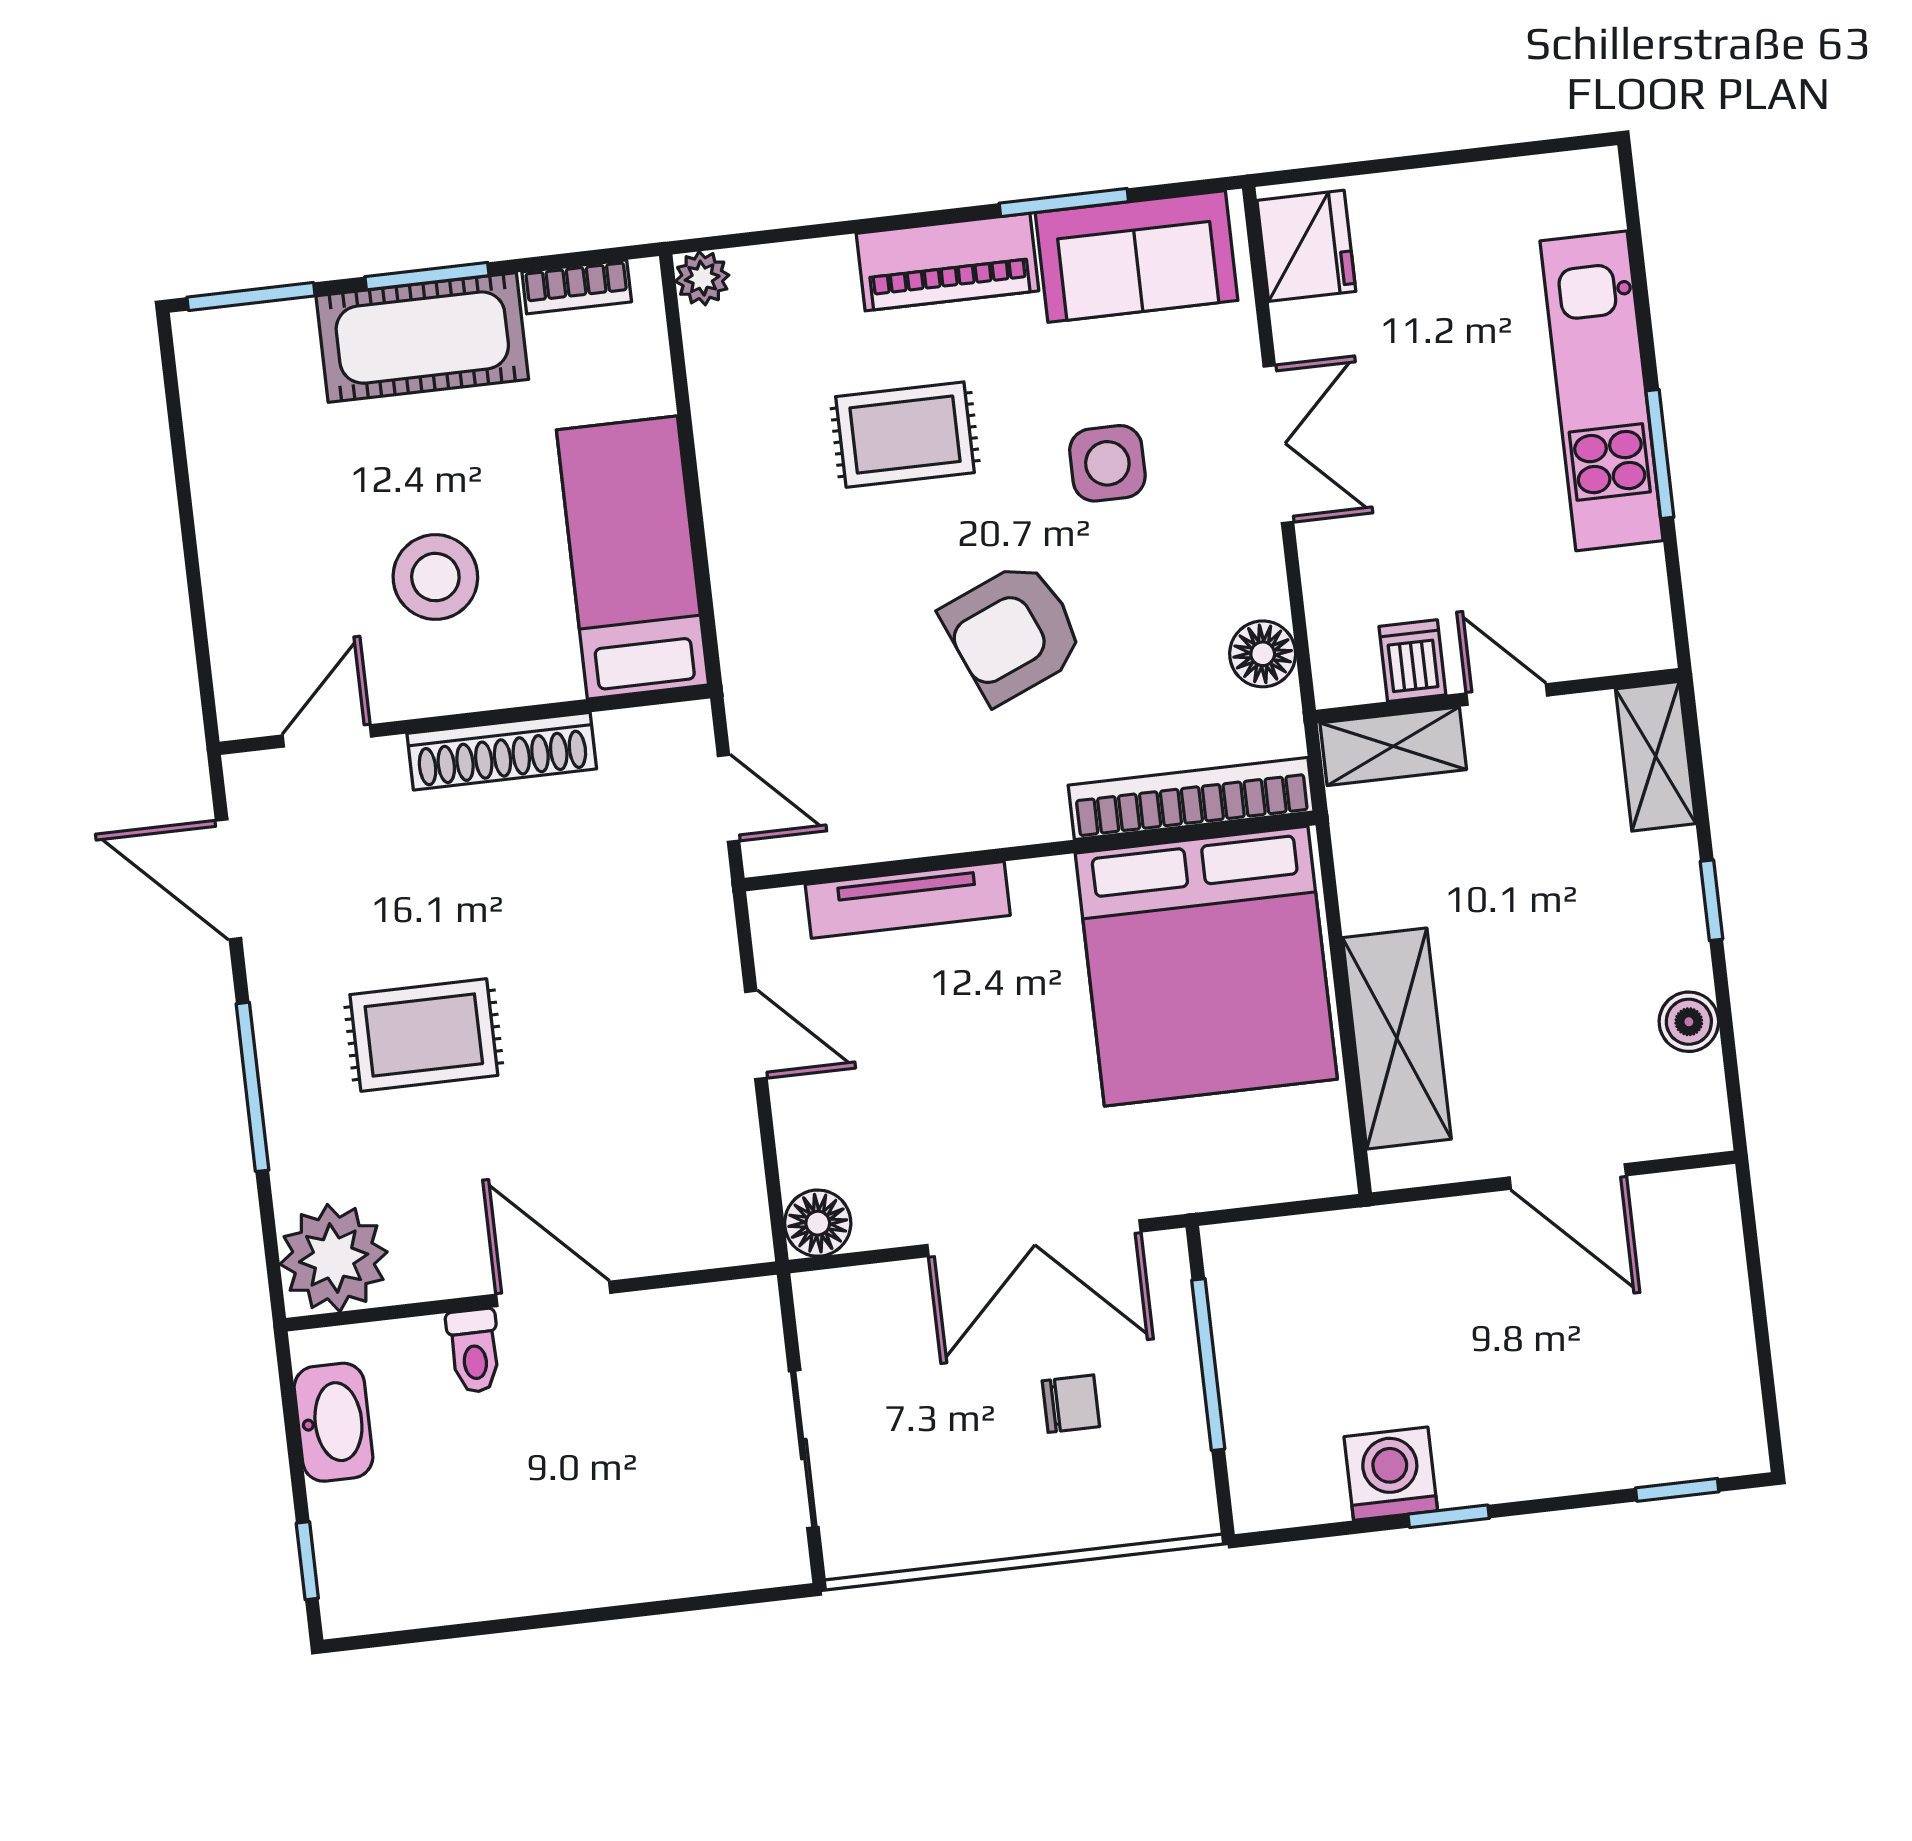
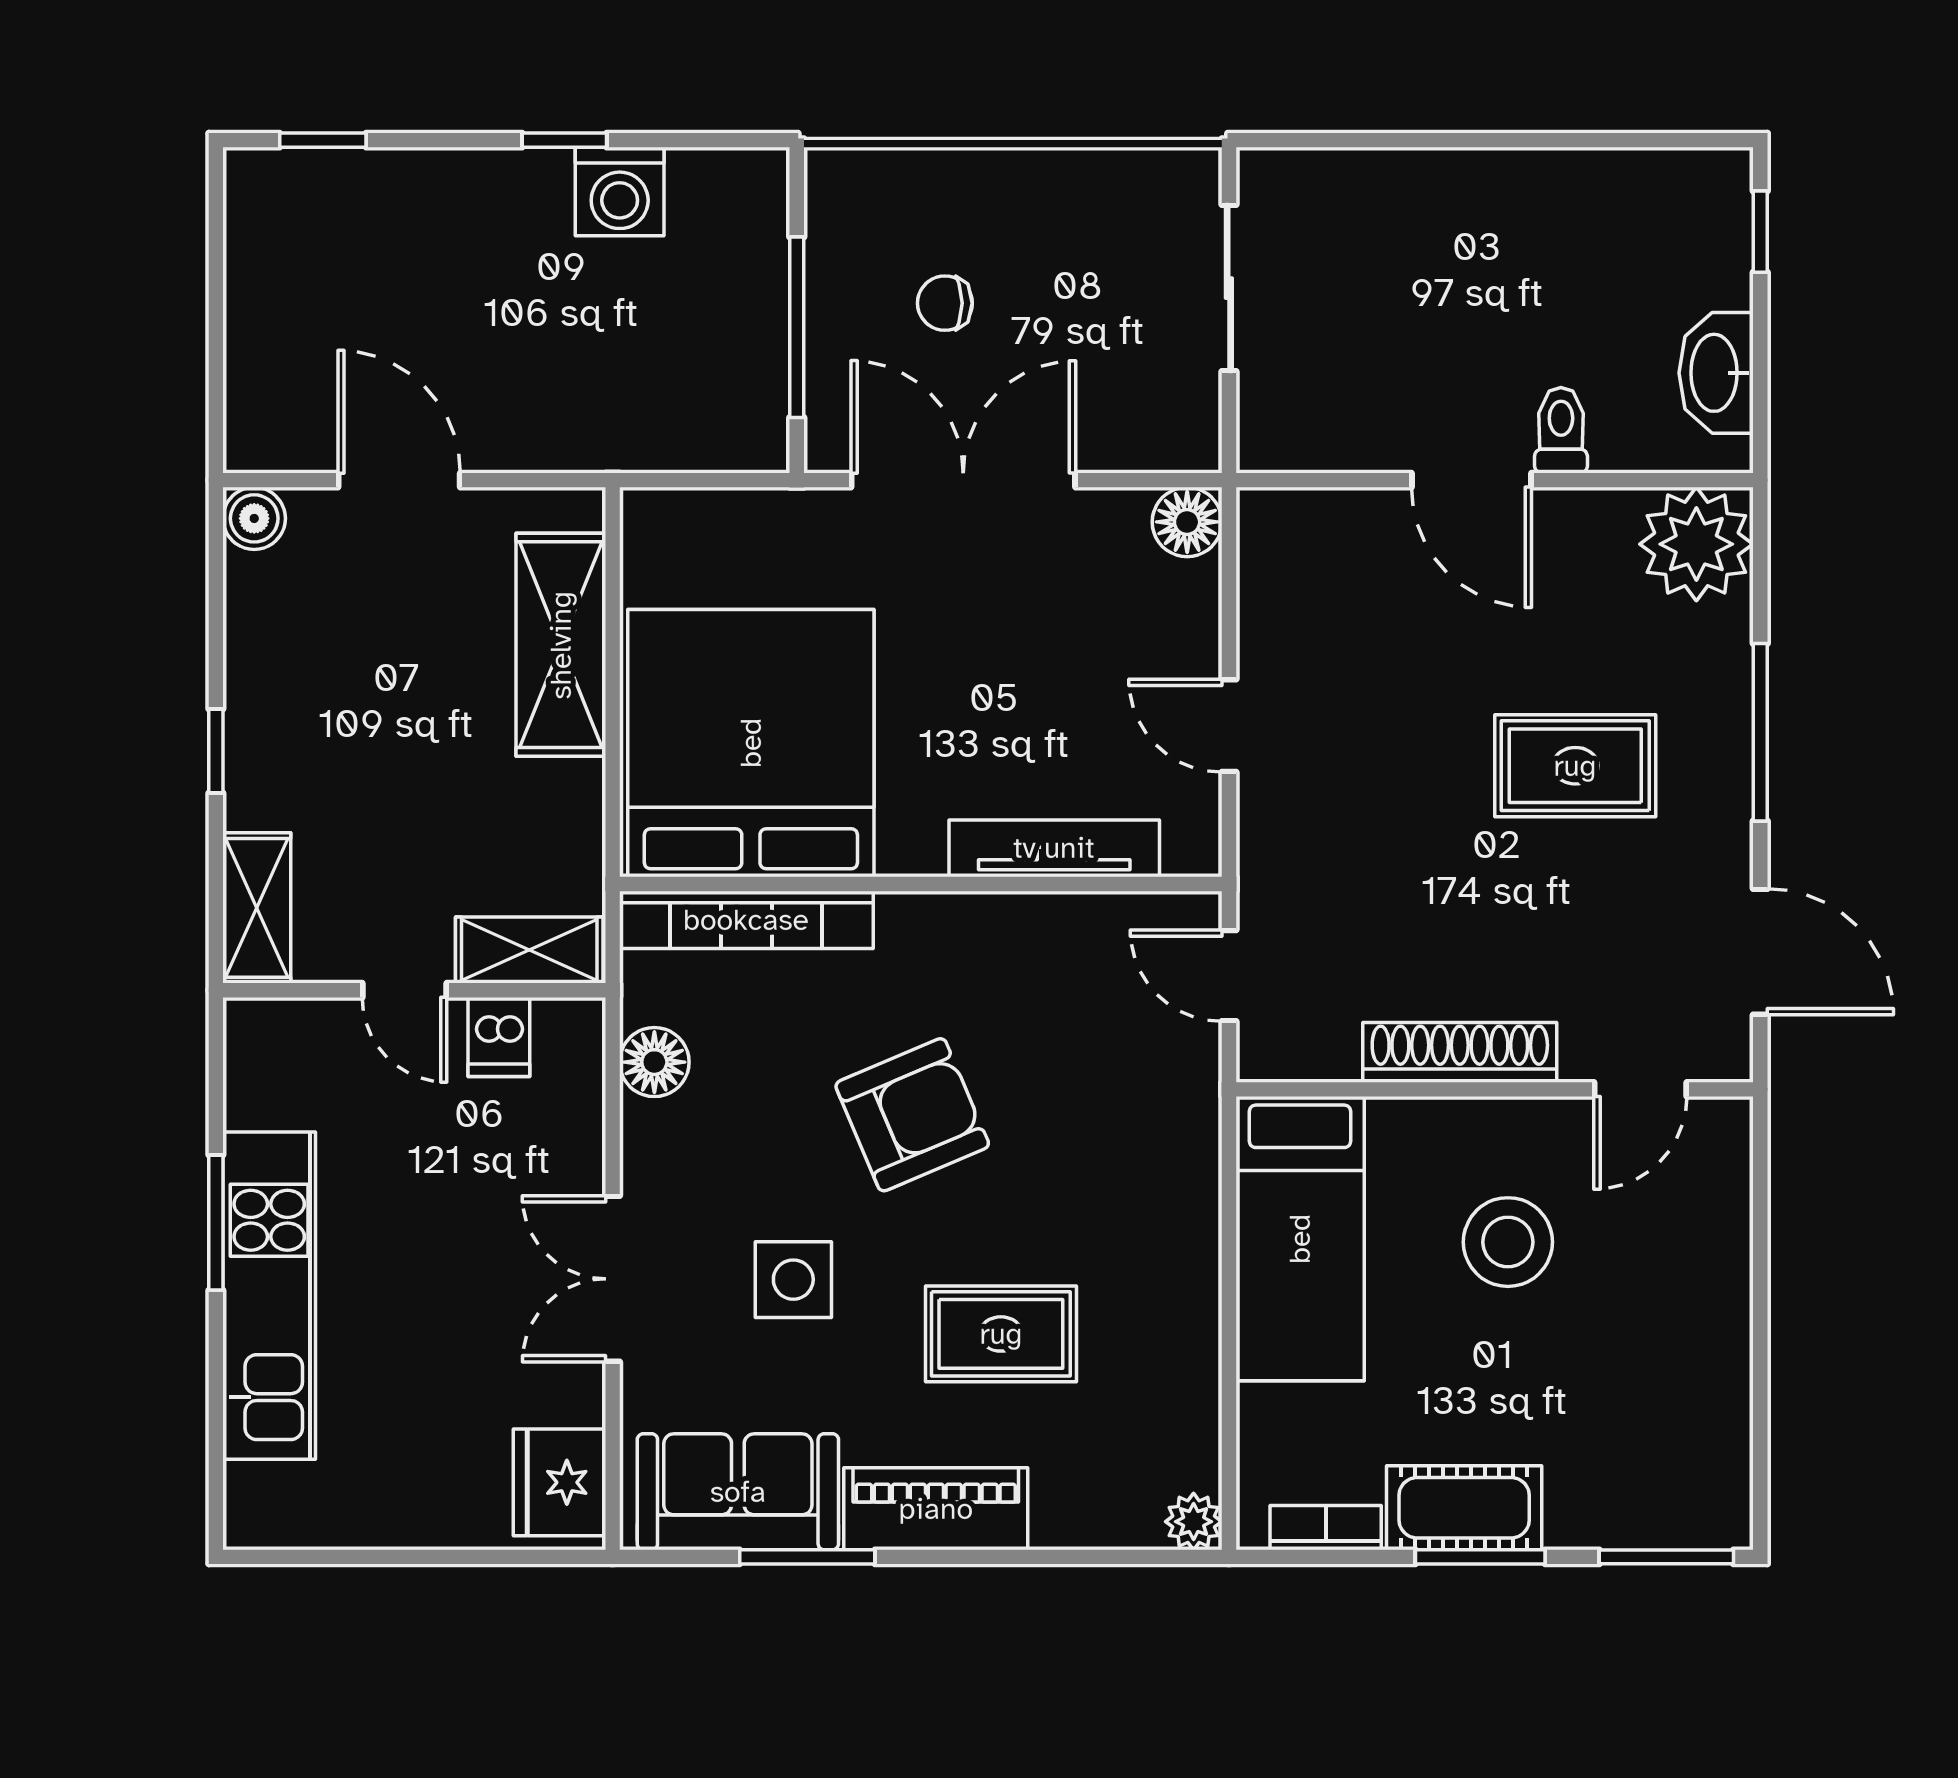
cot: (422, 338) -> (1464, 1508), width x0.73, depth x0.75
boiler: (1689, 1022) -> (254, 518), moved

